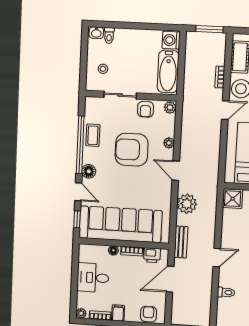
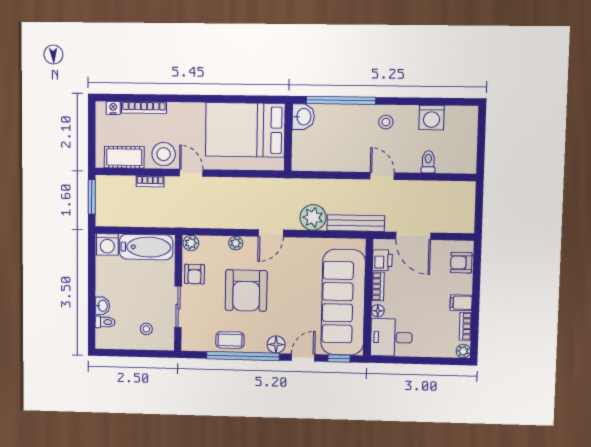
washbasin: (96, 33) -> (102, 306), moved
armchair: (145, 109) -> (195, 274), turned 90
shower: (233, 199) -> (304, 159), removed
bench: (181, 242) -> (356, 223), width x1.36
desk: (93, 278) -> (391, 337), moved, turned 90

